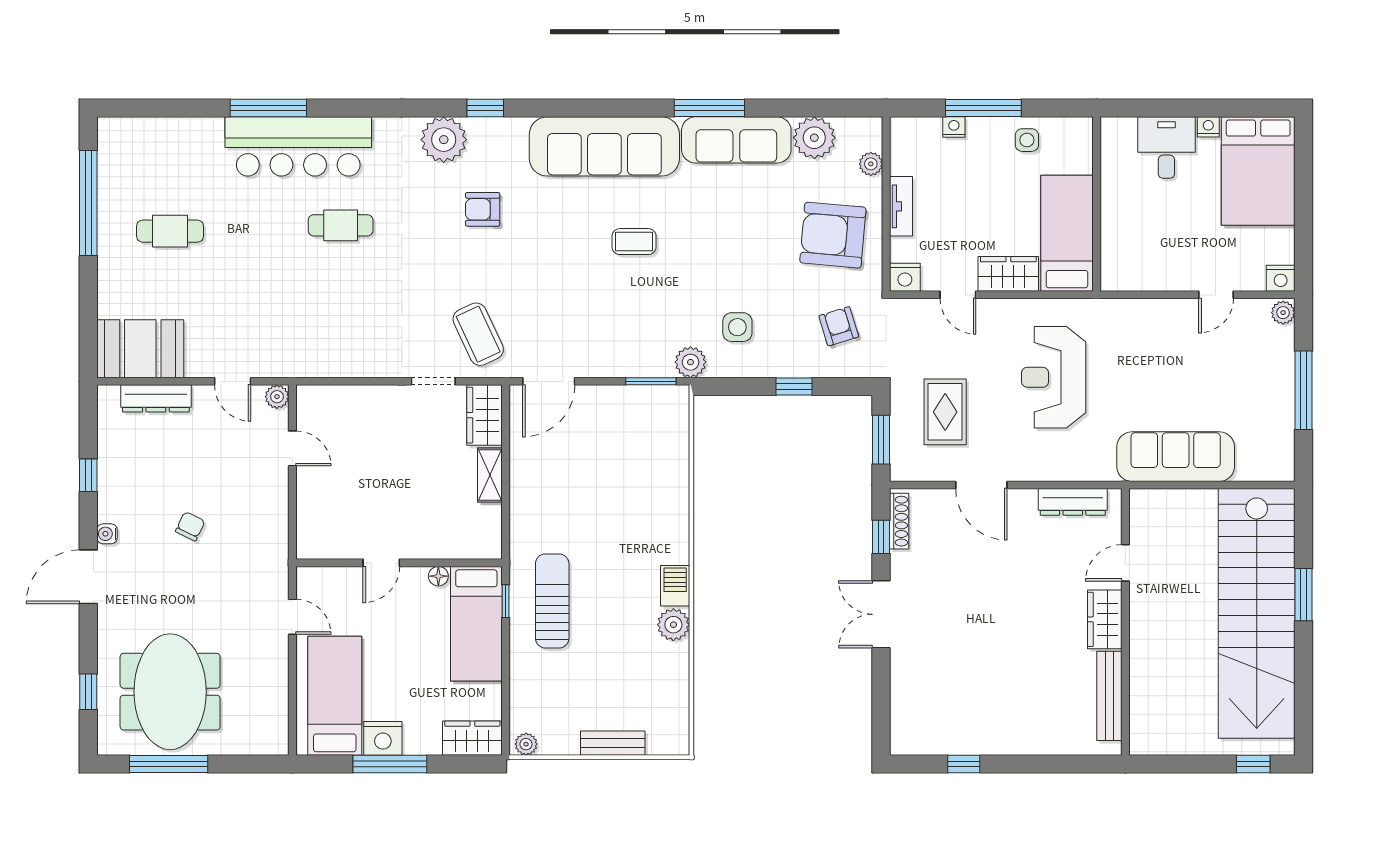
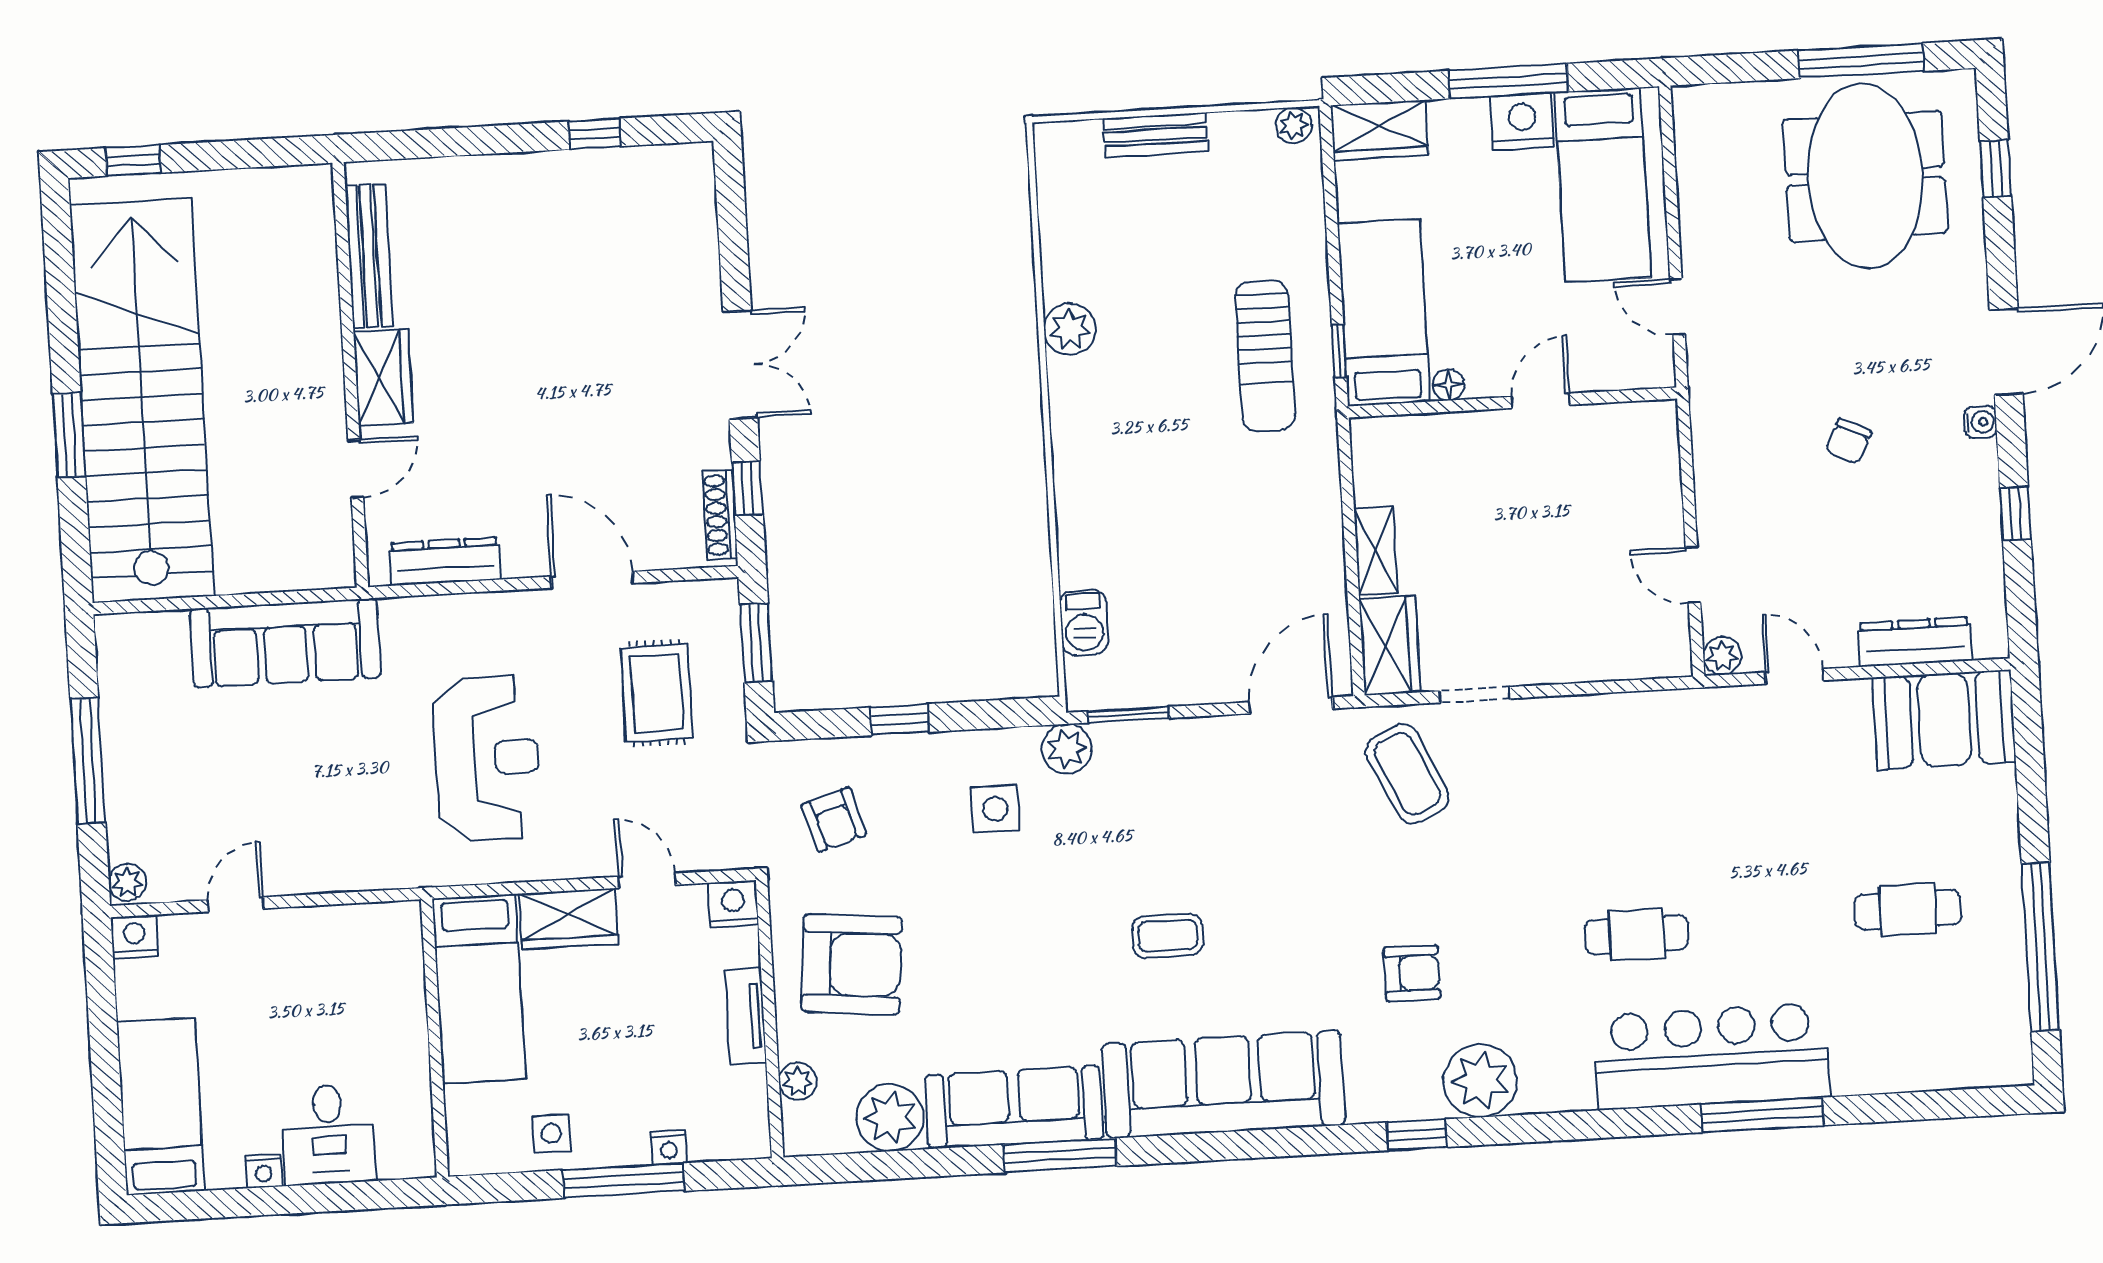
bed: (1258, 171) -> (161, 1106), width x0.67
barbecue: (675, 586) -> (1084, 622), moved

